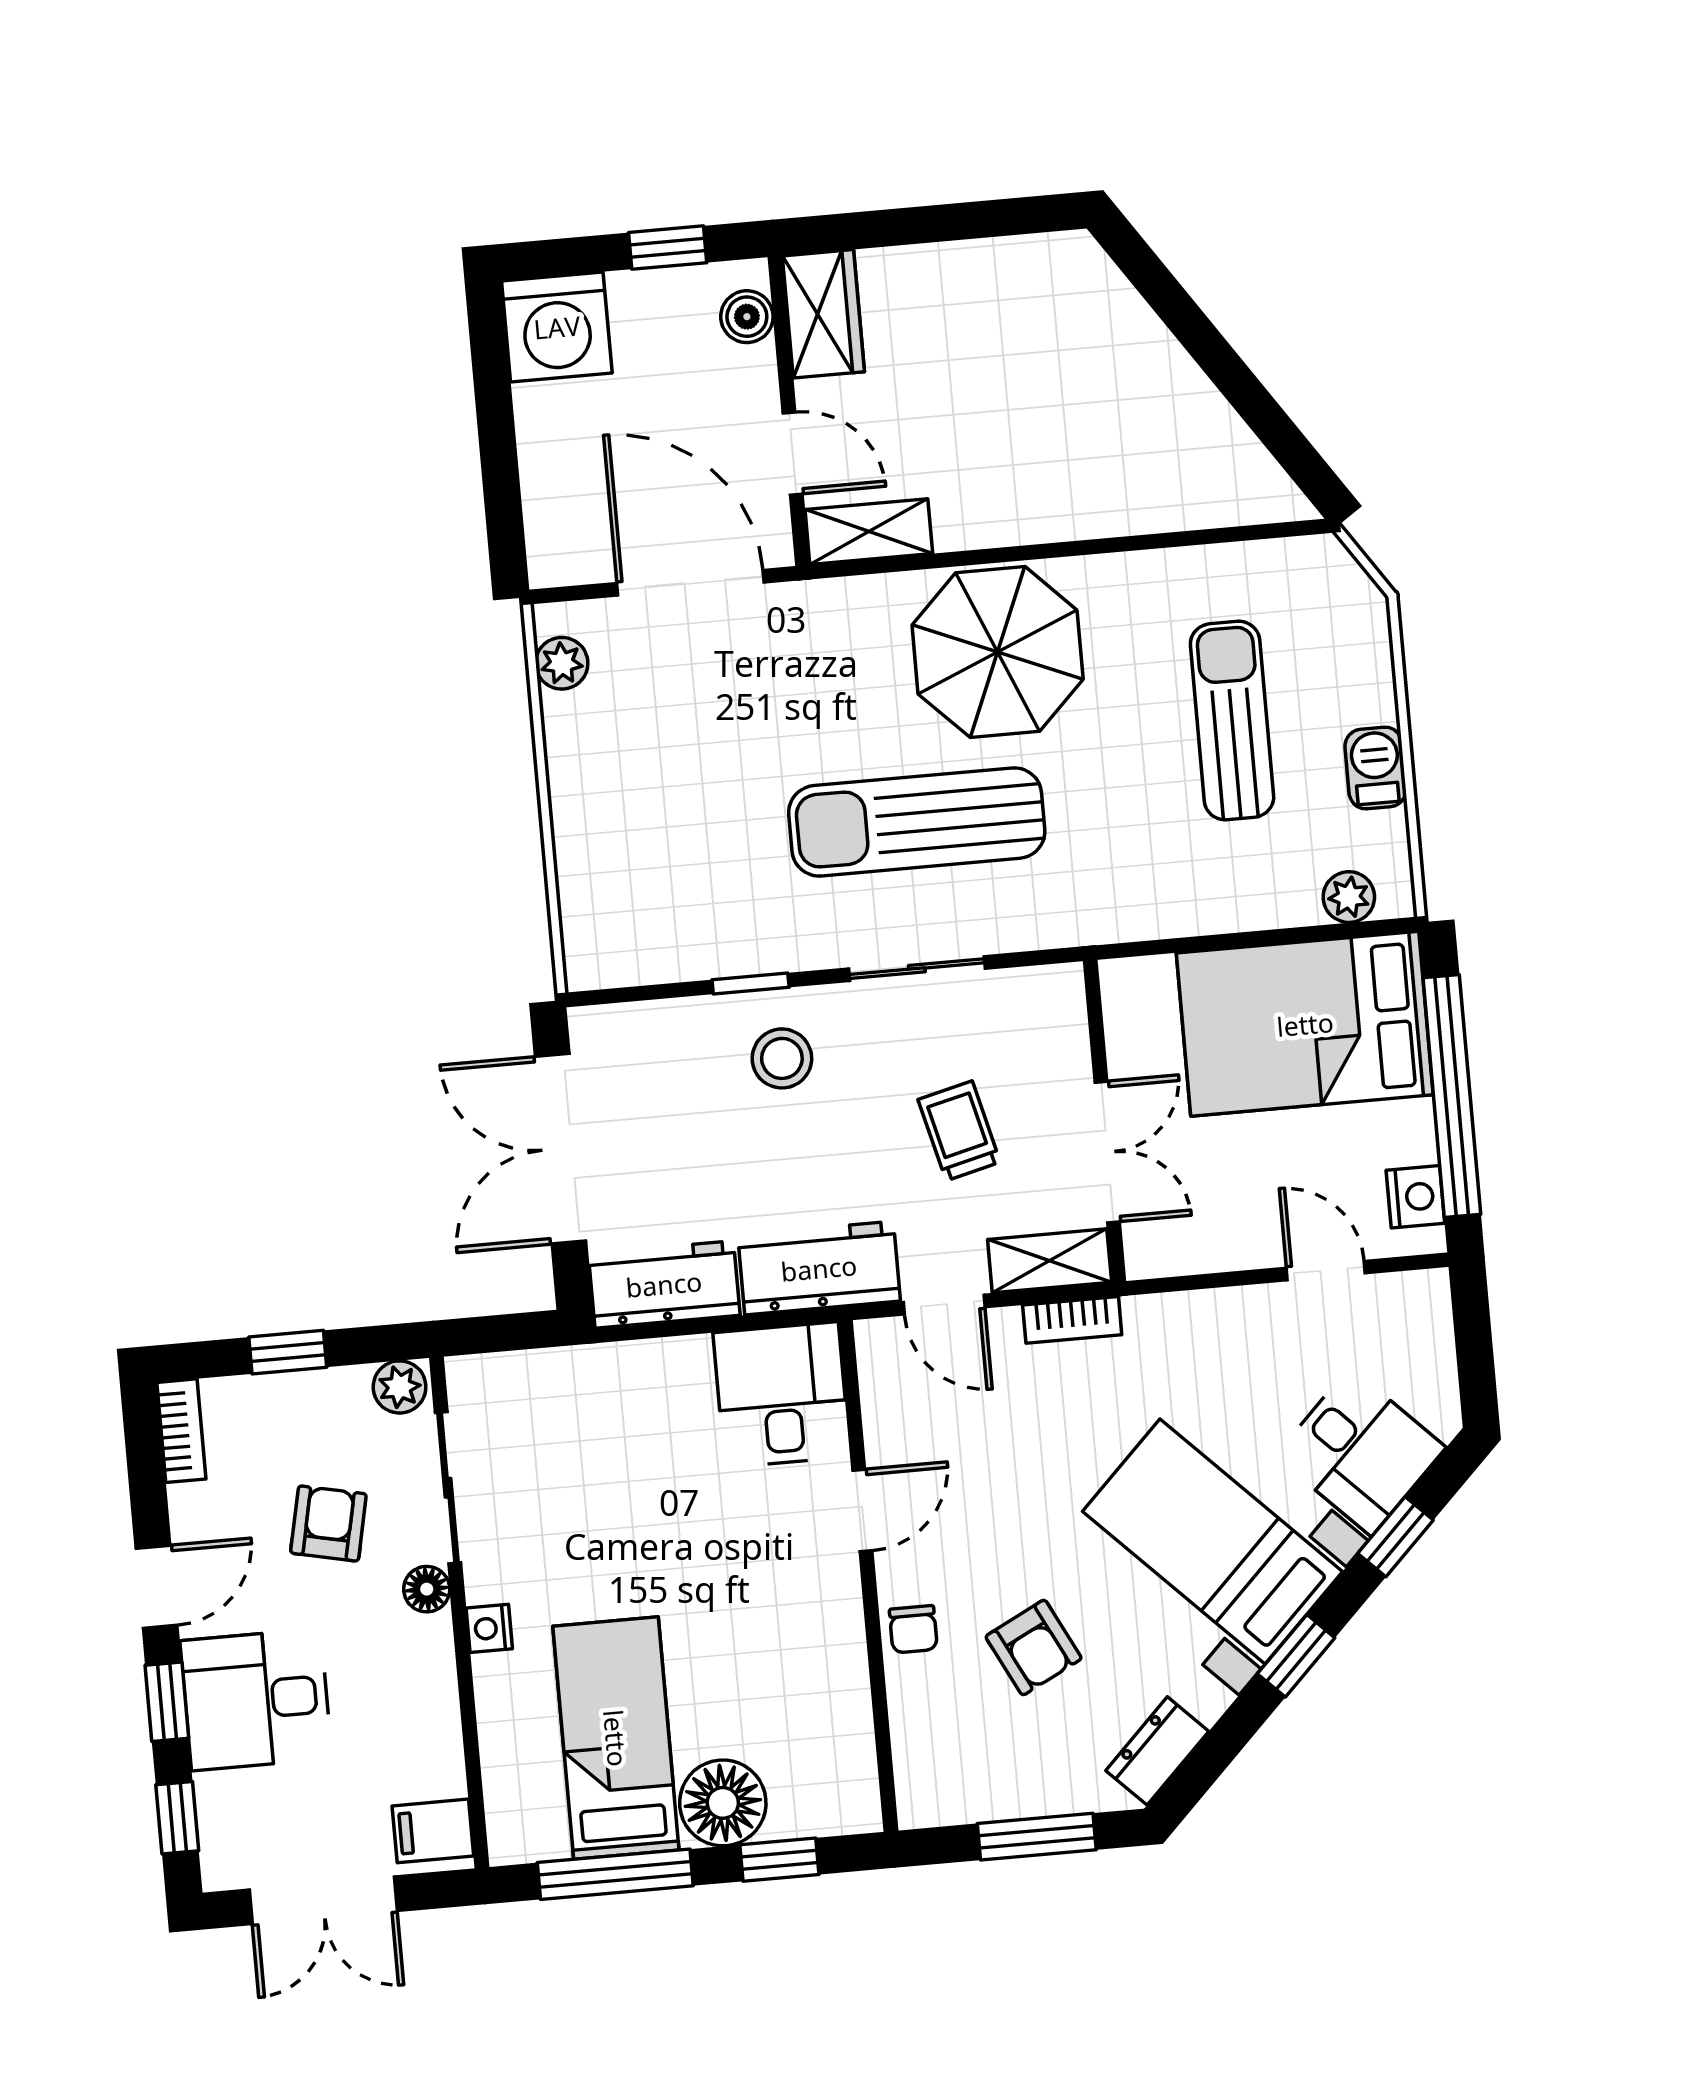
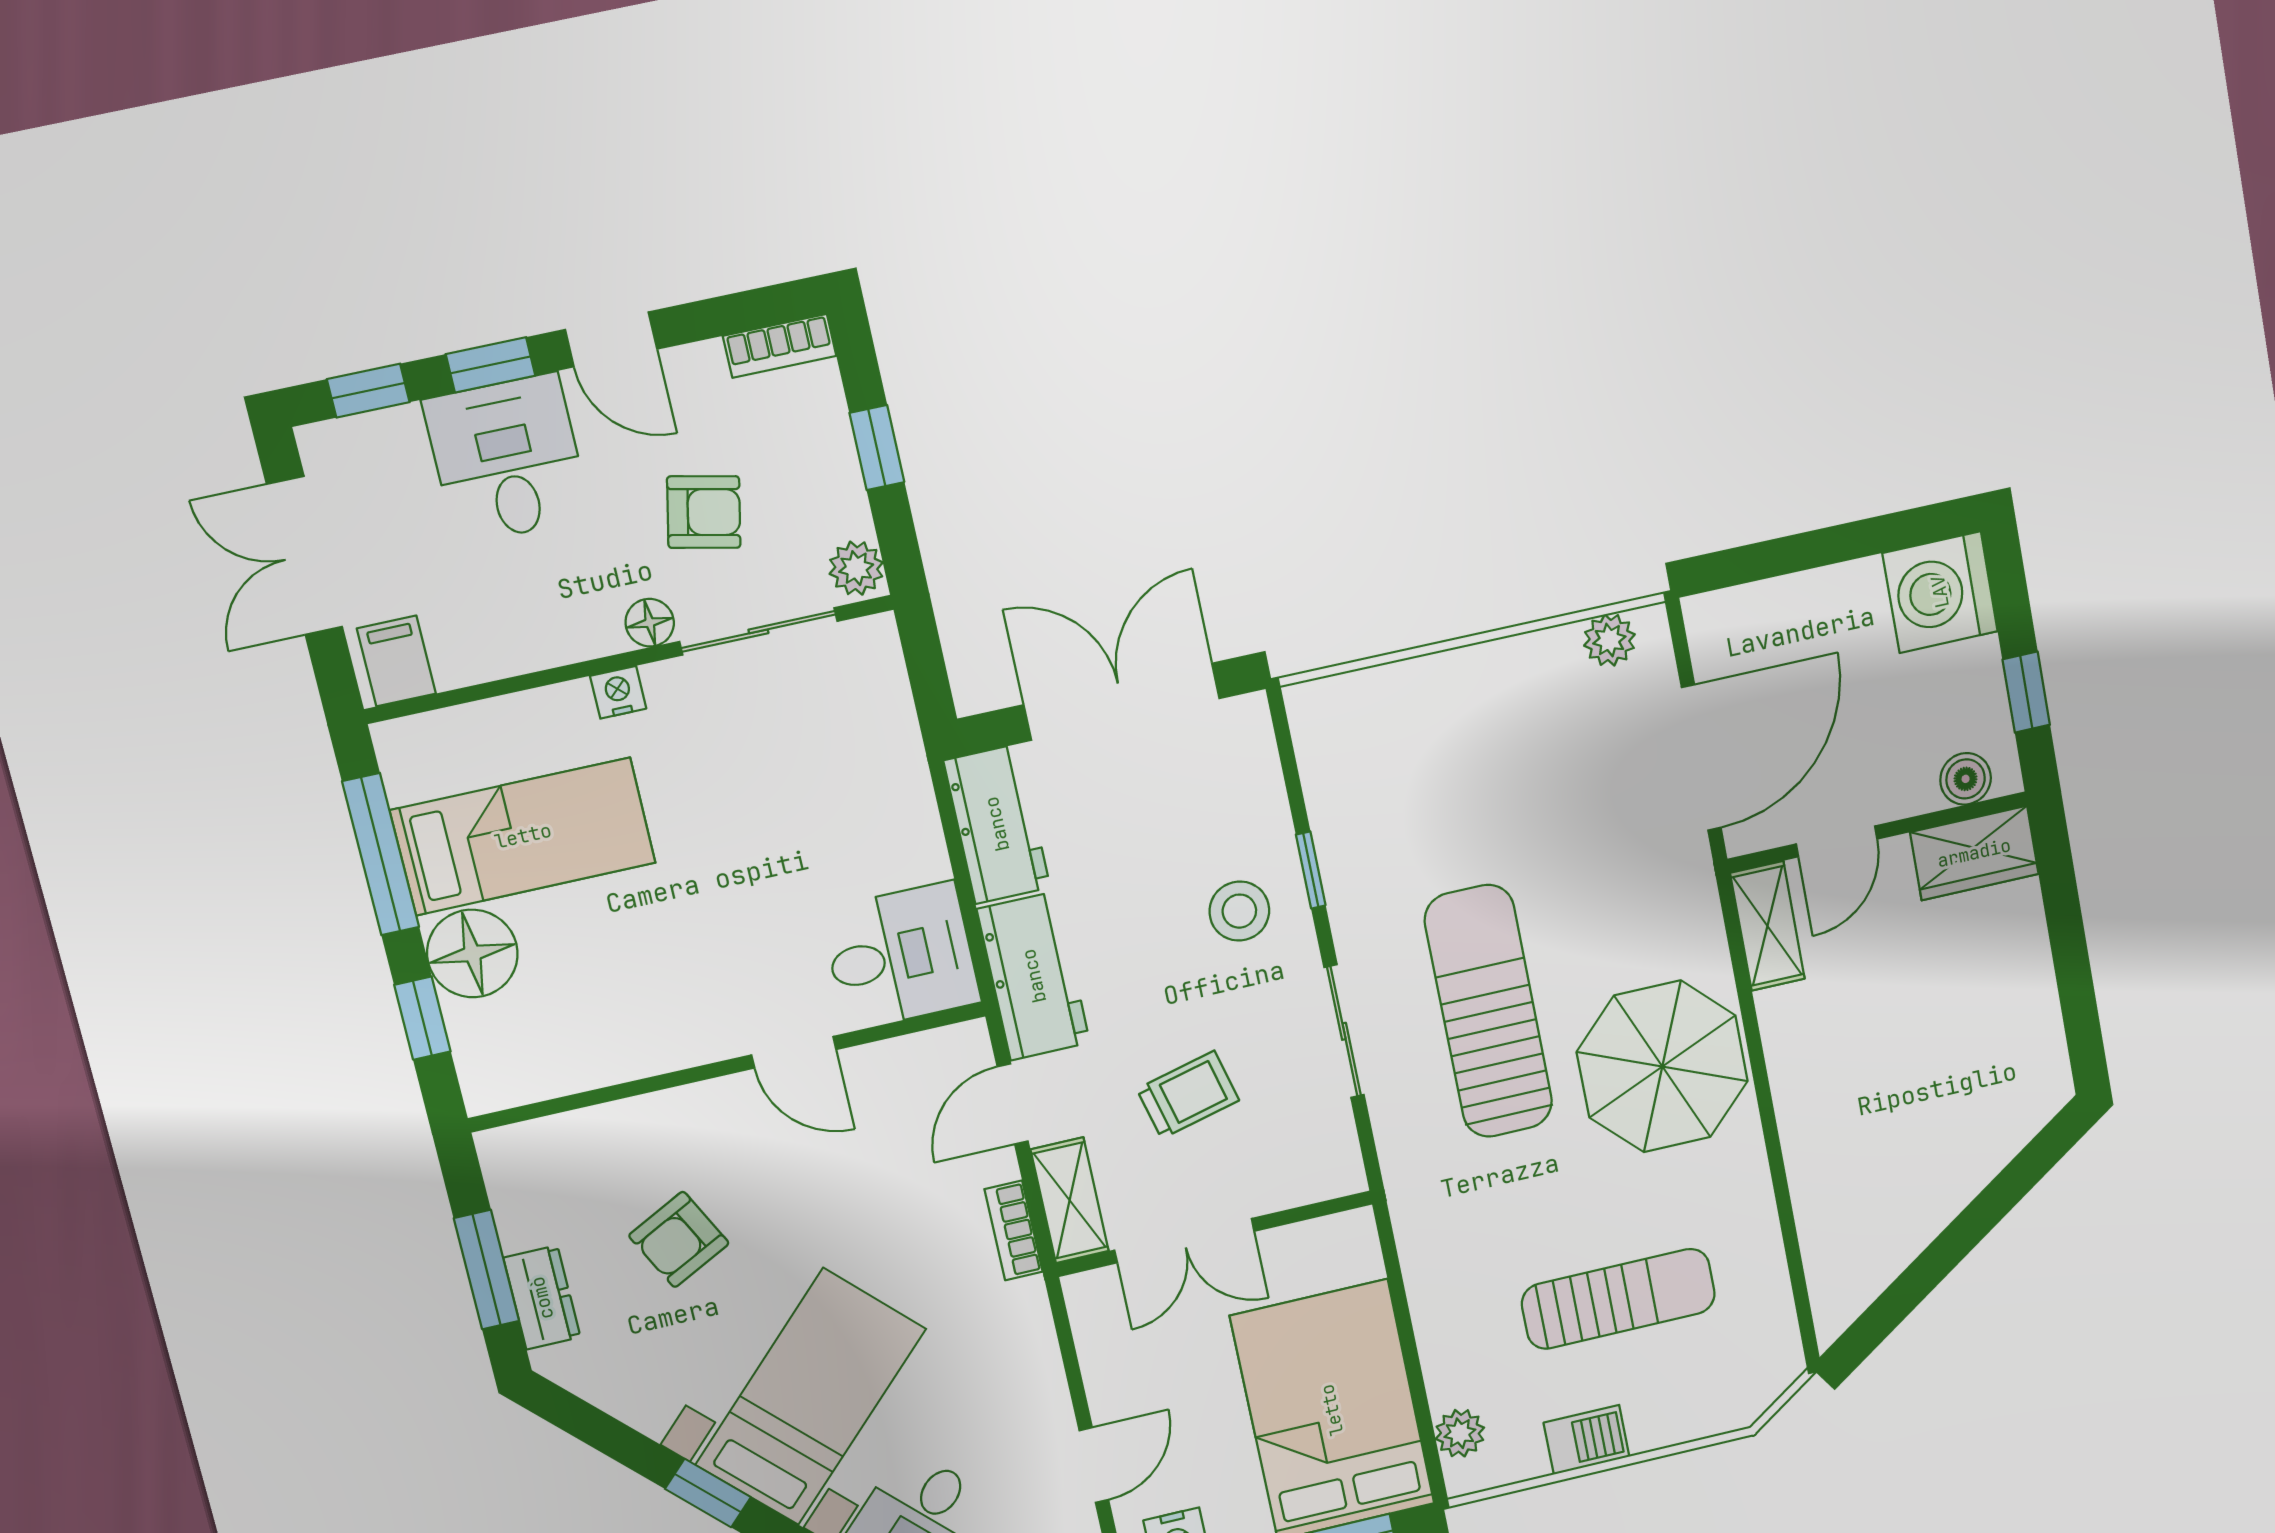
chair: (913, 1629) -> (680, 1119), removed
dresser: (1157, 1751) -> (542, 1298), moved, turned 45

